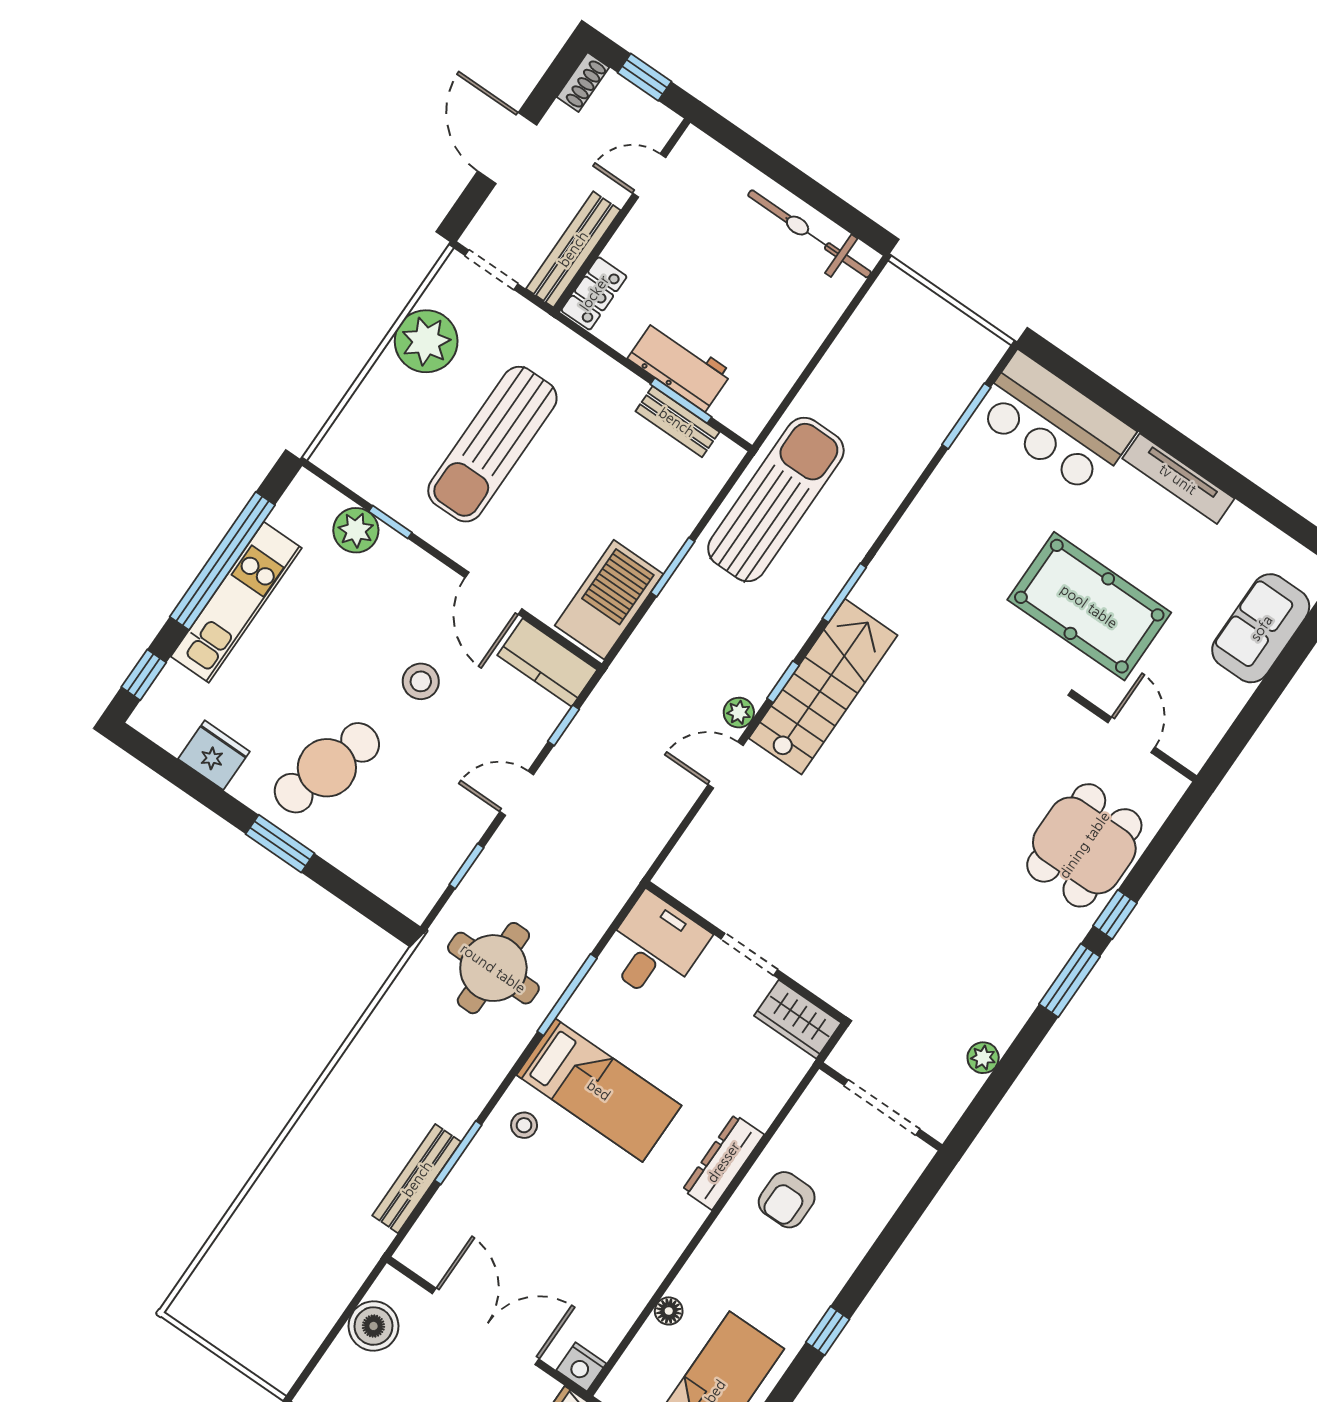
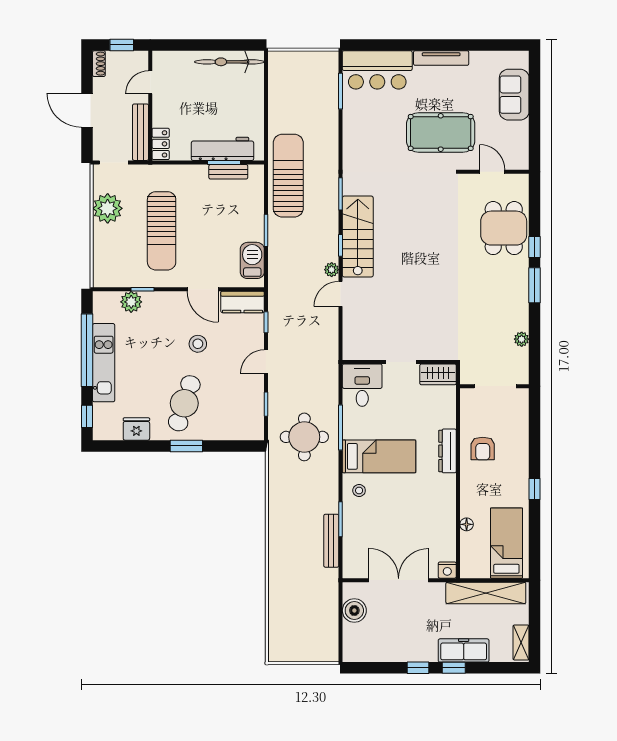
workbench: (680, 365) -> (223, 149), width x1.38
barbecue: (609, 600) -> (252, 260), width x0.73, depth x0.83

